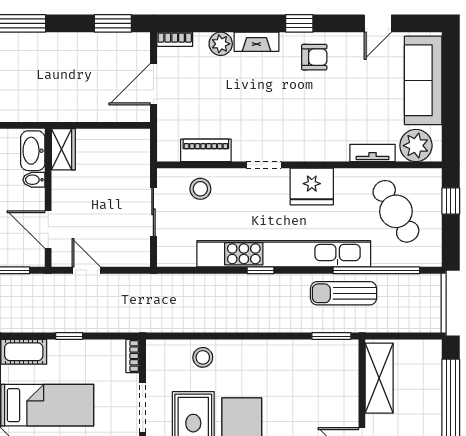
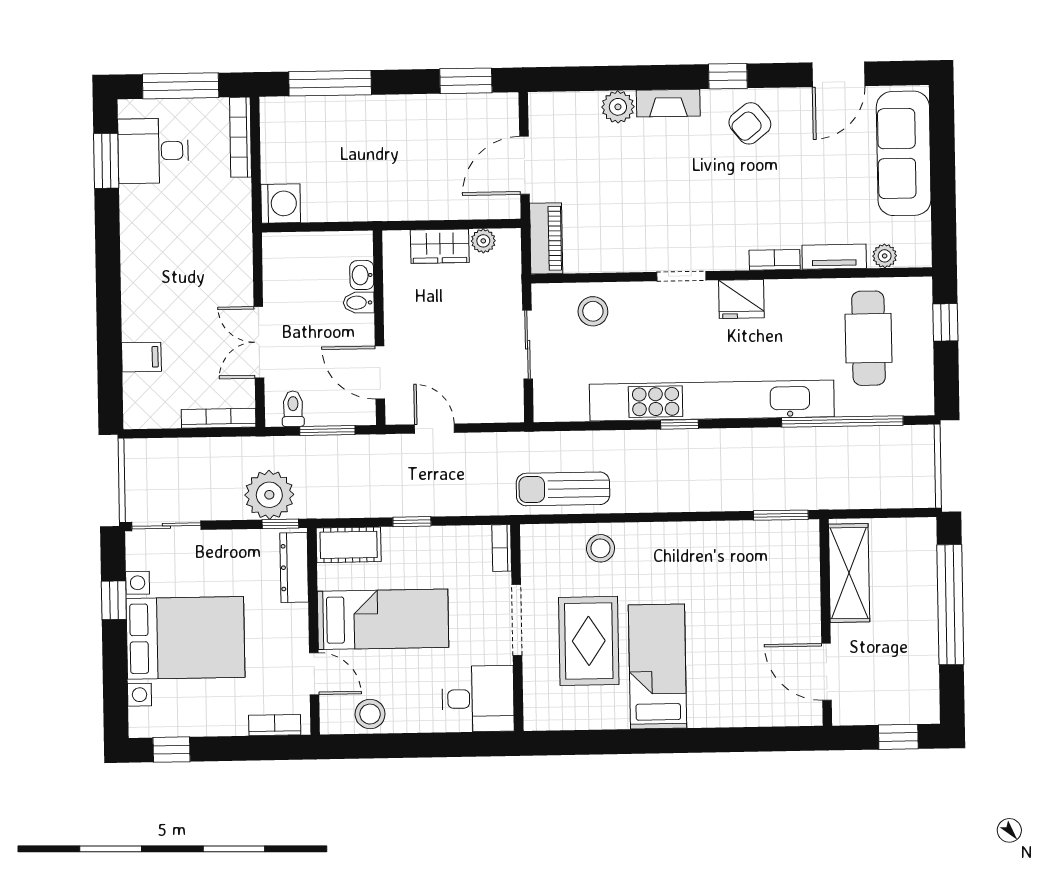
door: (378, 23) -> (838, 74), width x1.37
bookcase: (175, 39) -> (775, 260), moved, turned 180
armchair: (314, 57) -> (750, 123), turned 141
plant: (123, 137) -> (483, 241), added
plant: (416, 146) -> (885, 256), width x0.53, depth x0.53
wardrobe: (63, 149) -> (440, 246), moved, turned 90
piano: (206, 150) -> (546, 238), moved, turned 90
washbasin: (33, 151) -> (362, 275), width x0.52, depth x0.69
fridge: (312, 187) -> (741, 299), width x0.73, depth x0.75
cafe table: (396, 211) -> (869, 338), turned 30
sun lounger: (344, 293) -> (563, 489), moved

